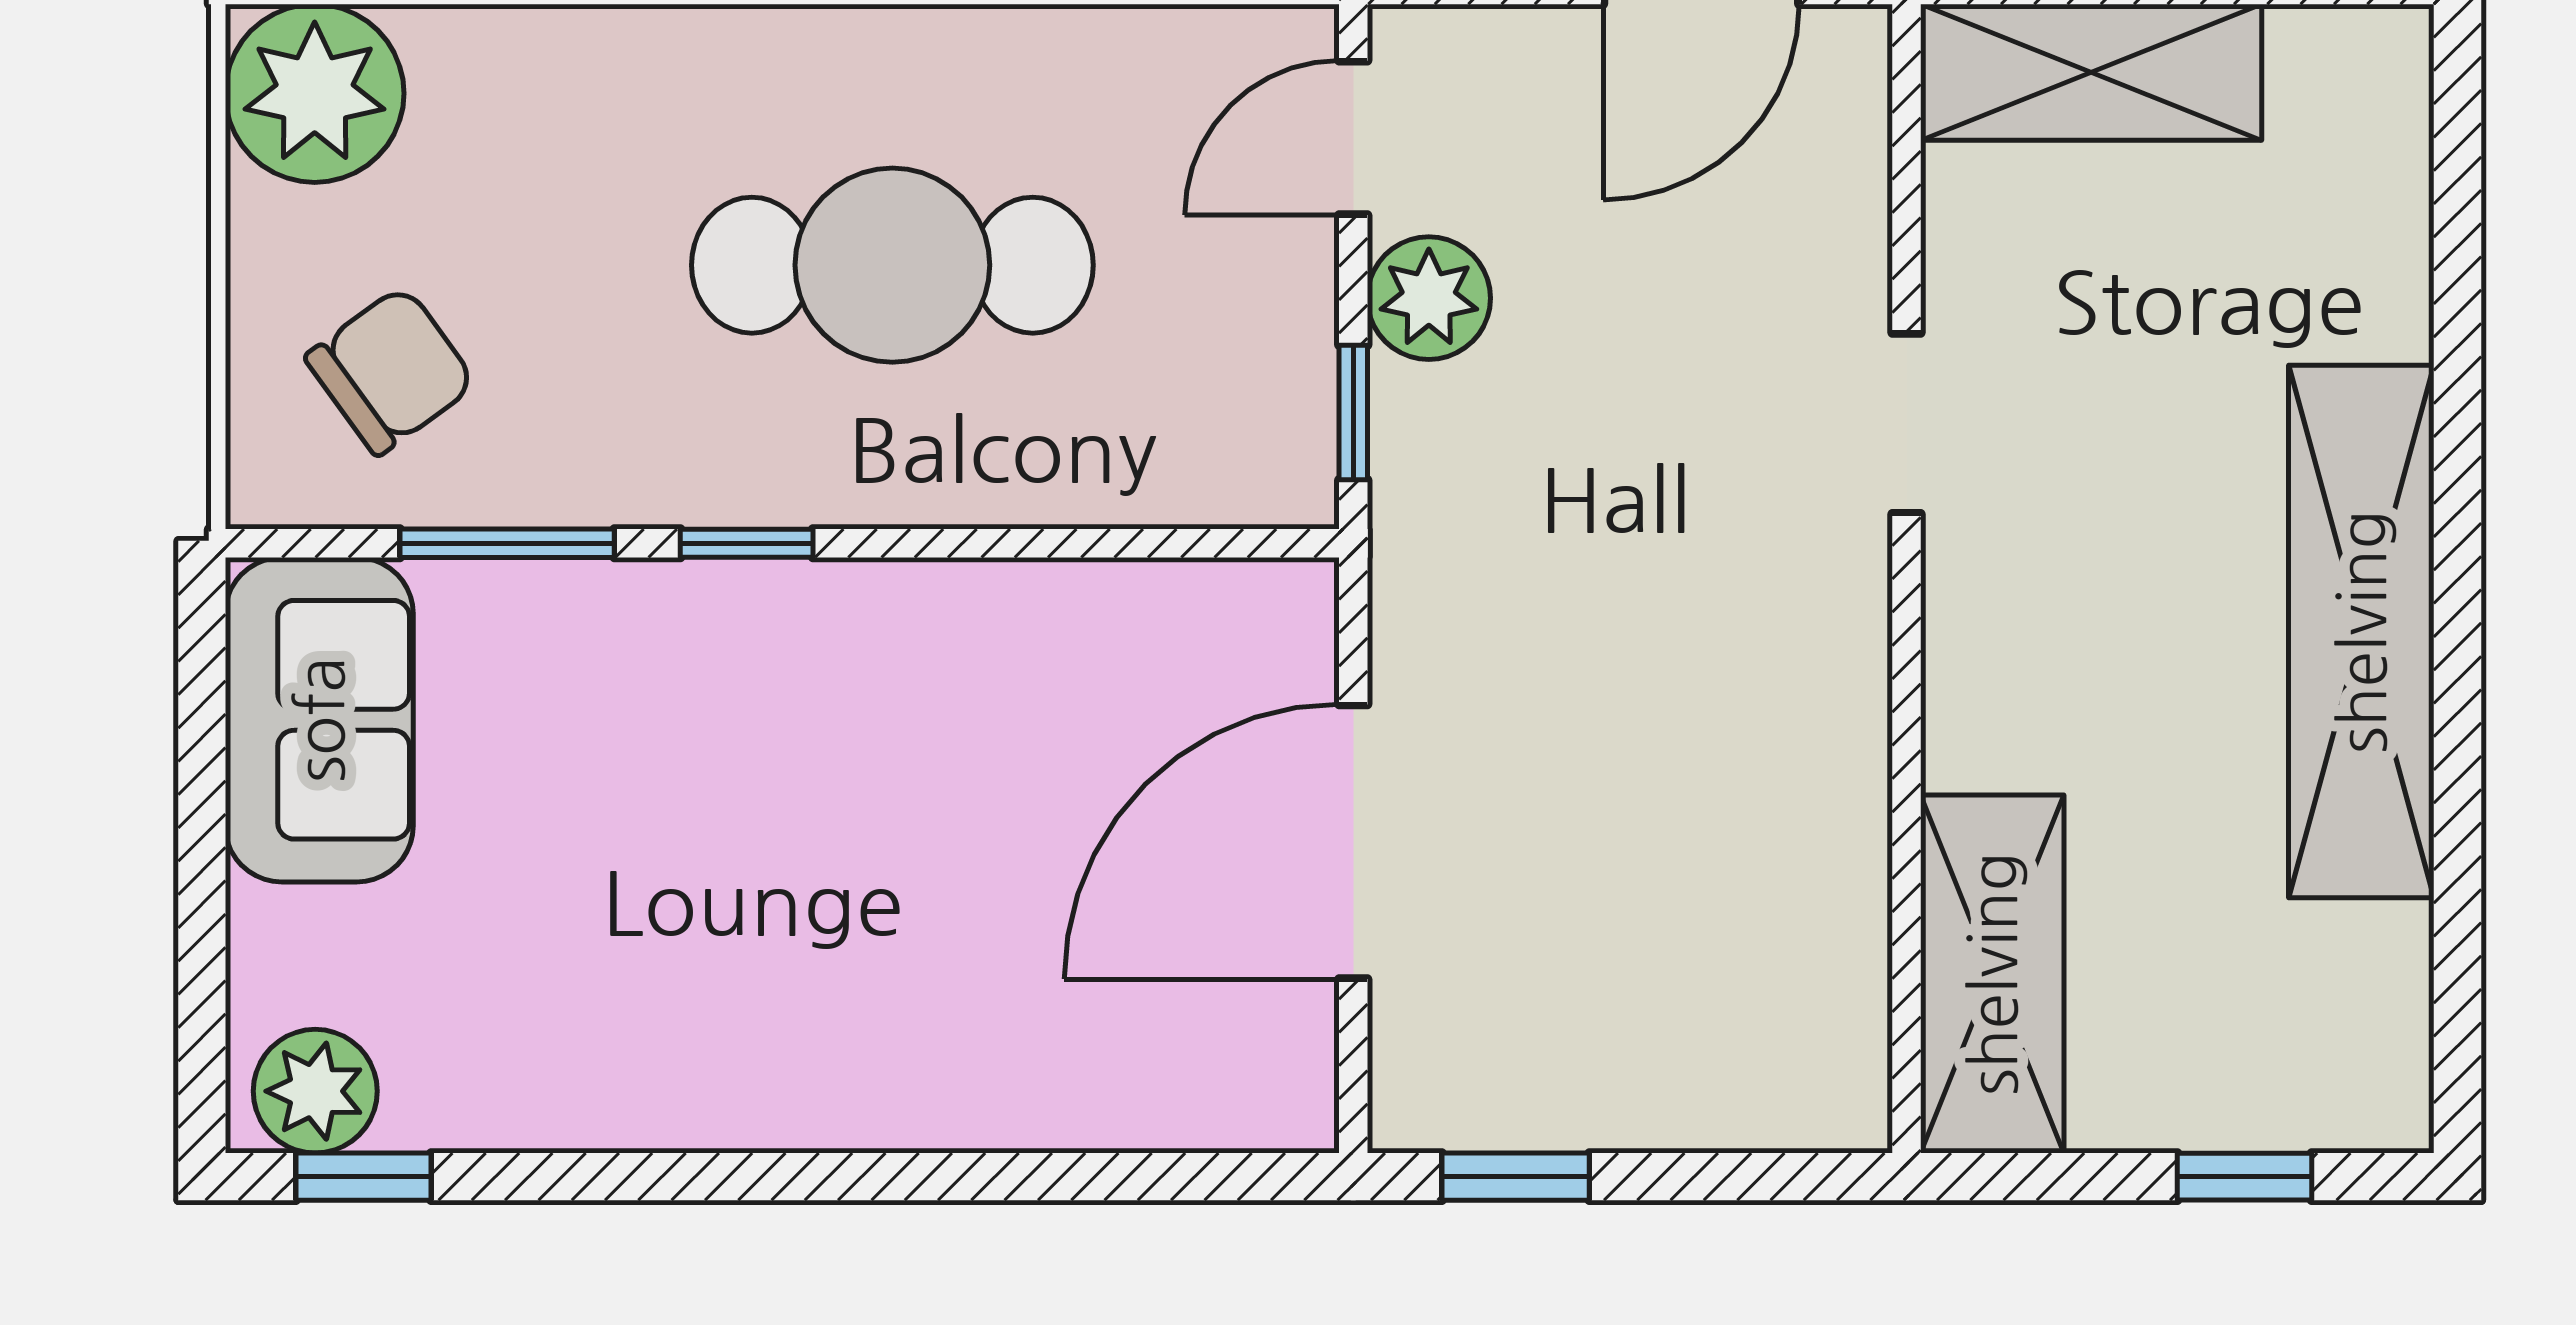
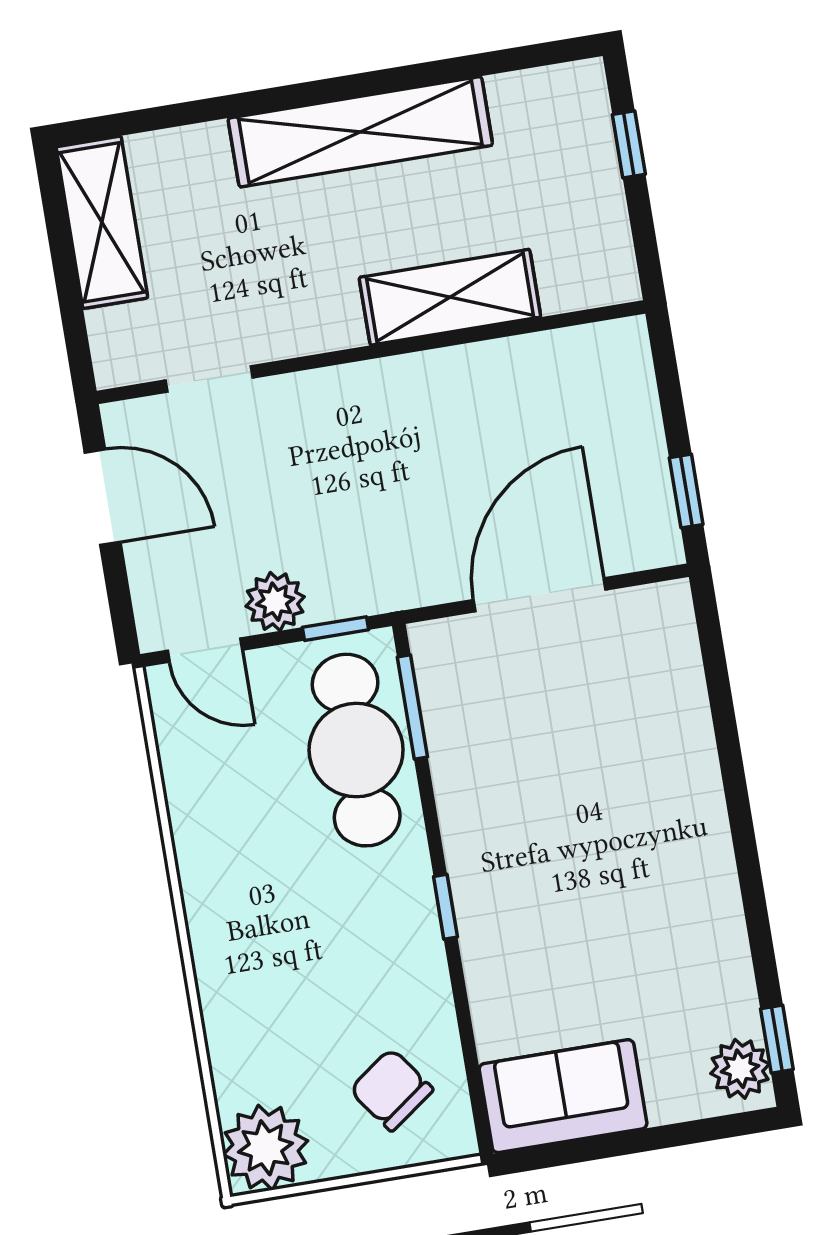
shelving: (2091, 72) -> (102, 222), moved
cafe table: (892, 265) -> (356, 750), moved
doorway: (1907, 423) -> (209, 379), moved
window: (507, 543) -> (412, 707), moved
door: (1353, 842) -> (540, 595), swing flipped
shelving: (1992, 974) -> (450, 297), moved

